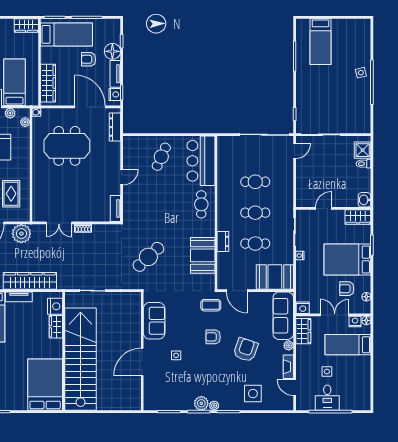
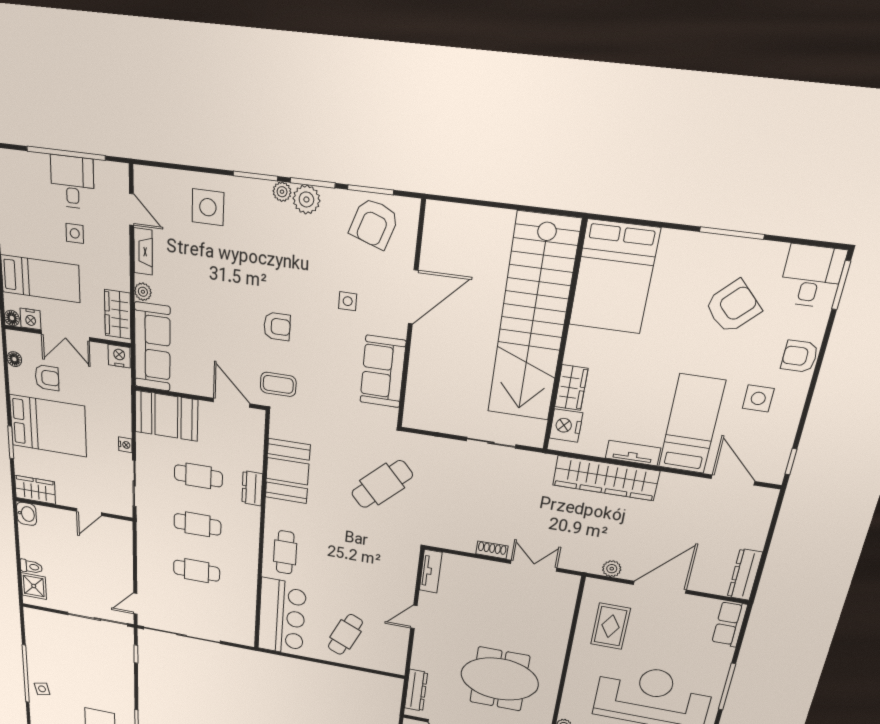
plant: (21, 234) -> (612, 569), width x0.53, depth x0.53
armchair: (246, 350) -> (374, 223), moved

